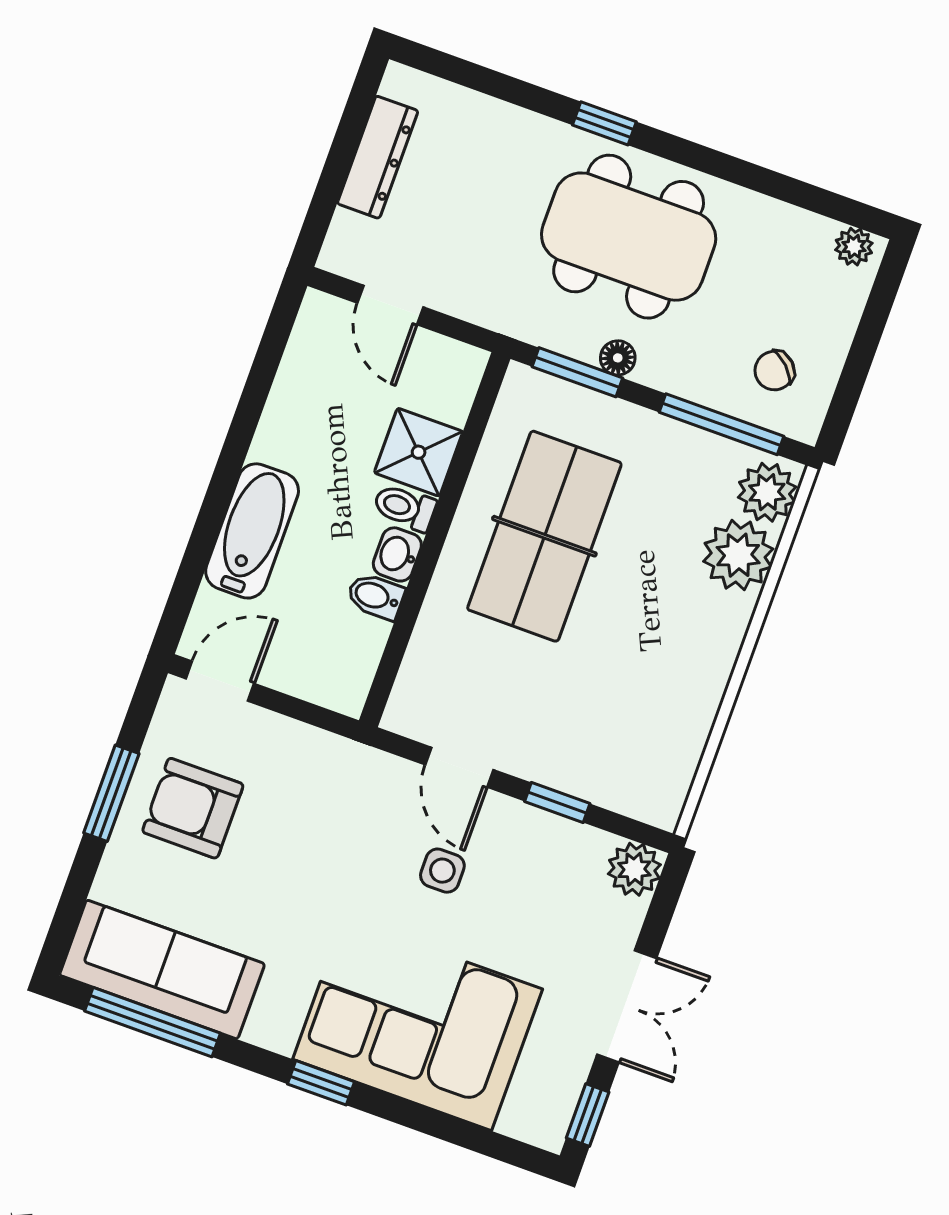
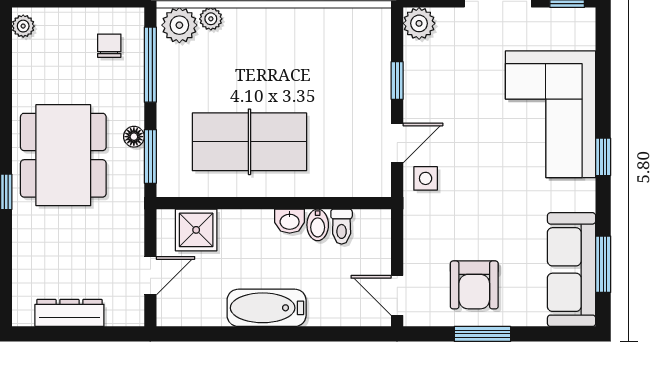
chair: (774, 371) -> (109, 46), turned -134
shower: (419, 452) -> (196, 230), moved
toilet: (405, 507) -> (342, 227), moved
bathtub: (252, 531) -> (267, 308), moved
plant: (738, 555) -> (211, 19), width x0.53, depth x0.53
side table: (442, 871) -> (426, 178), moved
window: (152, 1022) -> (603, 264), width x0.69

